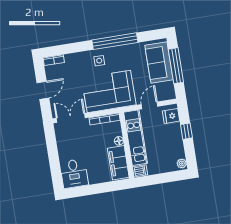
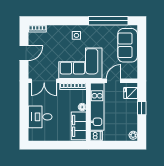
window: (115, 41) -> (108, 21), moved
window: (176, 66) -> (142, 50), removed
double door: (71, 118) -> (44, 81), swing flipped
desk: (74, 173) -> (40, 117), moved, turned 90

